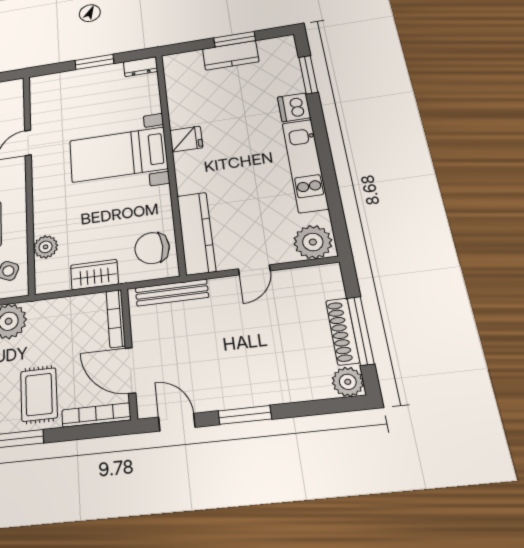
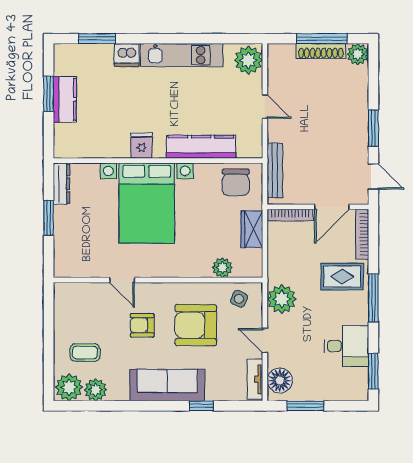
dresser: (141, 67) -> (62, 184), width x1.44
bed with nightstands: (118, 155) -> (147, 203), width x1.36
kitchen counter: (196, 233) -> (201, 147), moved
door: (177, 422) -> (373, 177), swing flipped

